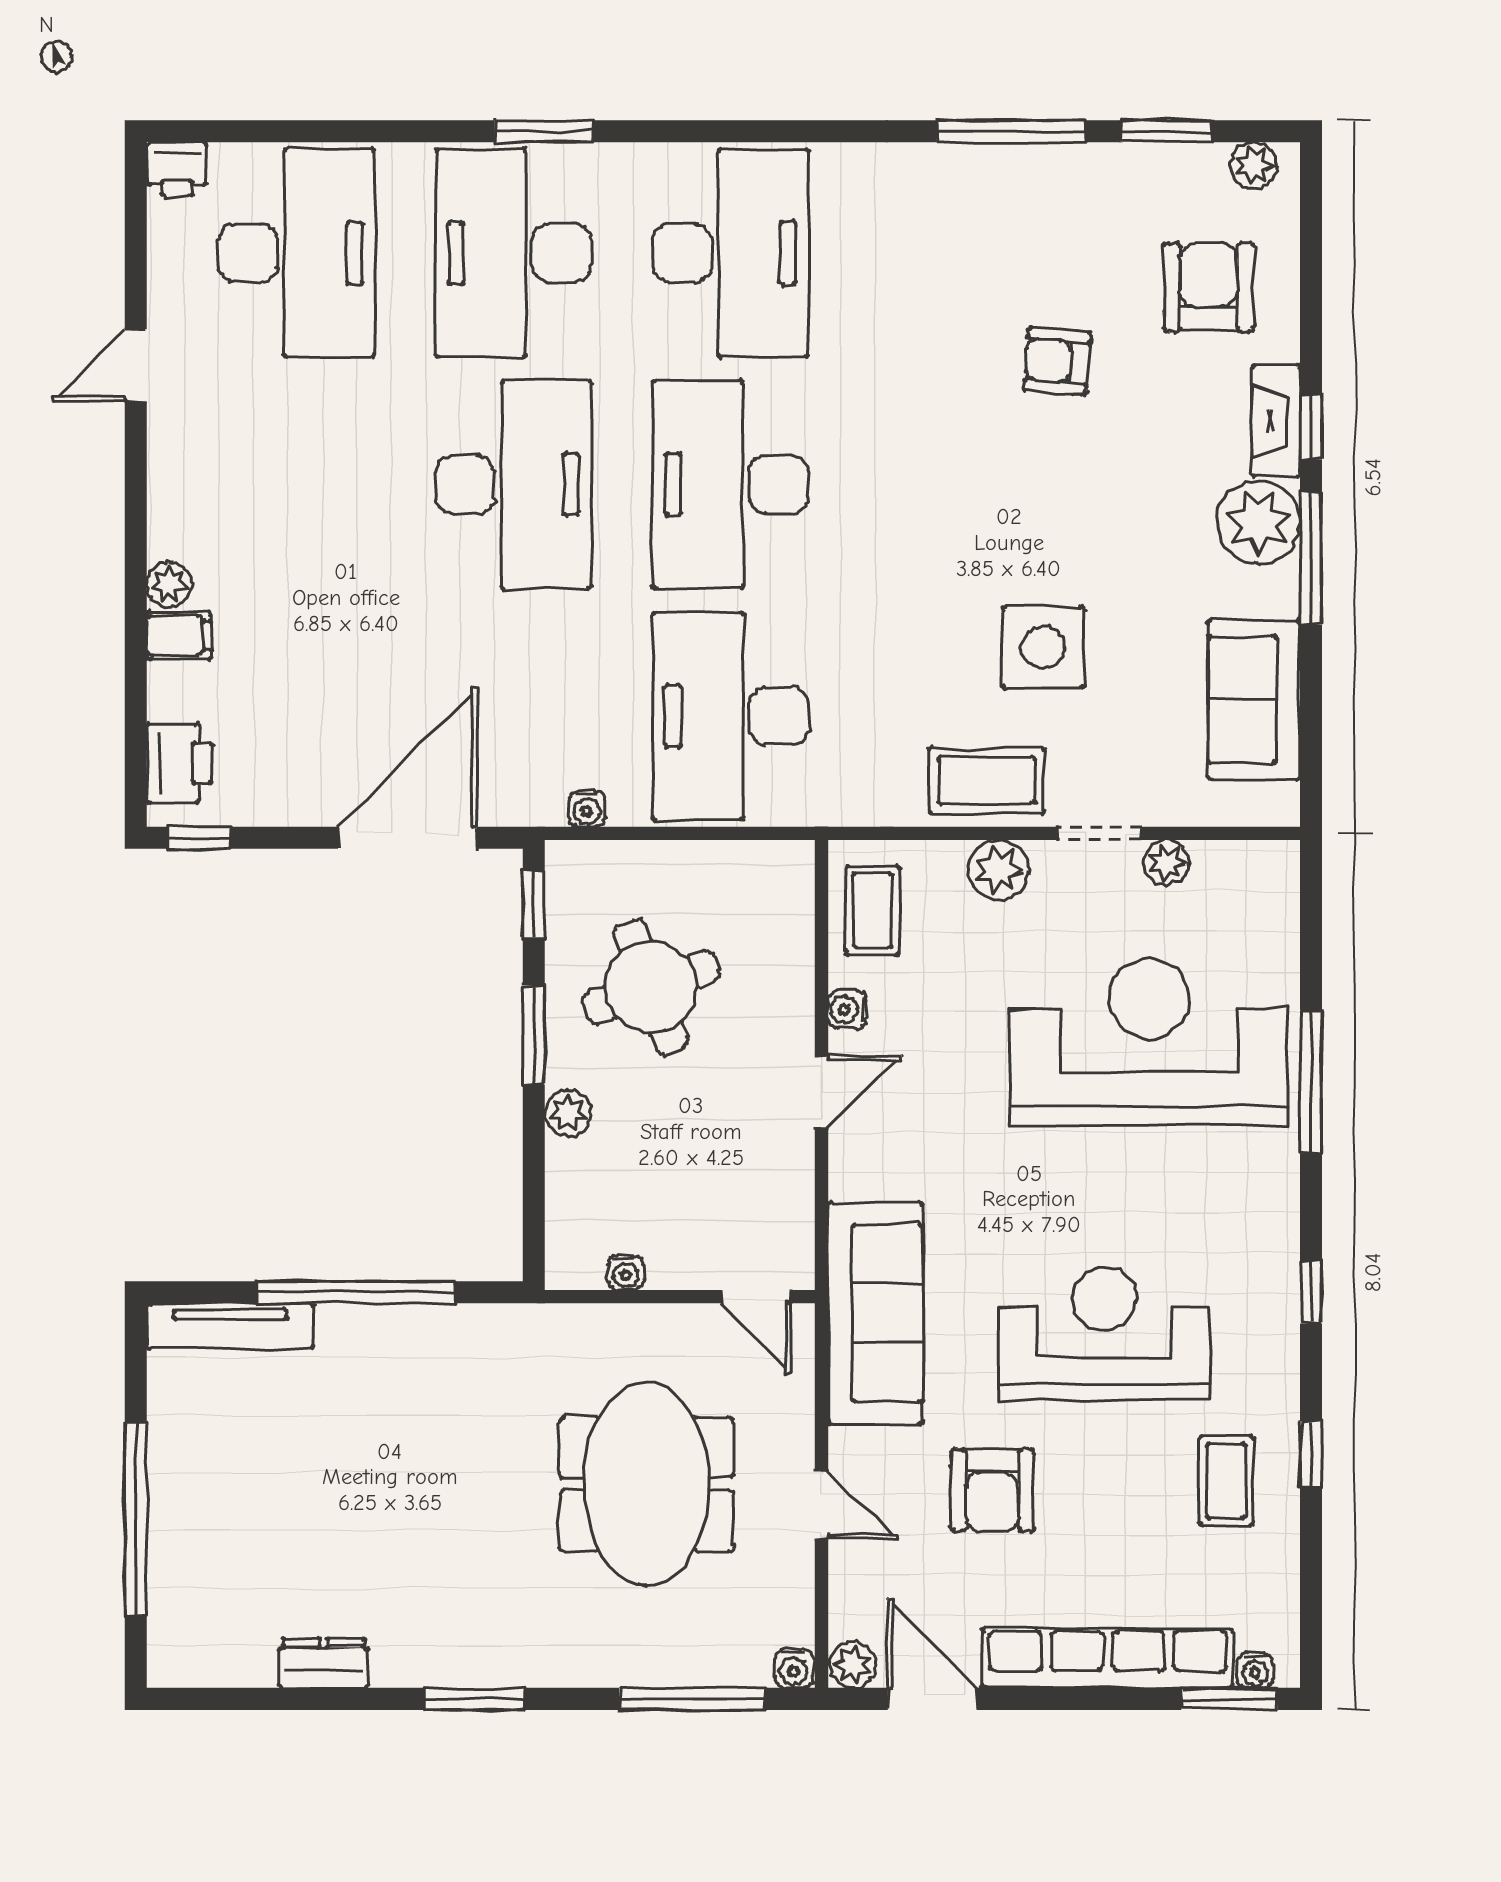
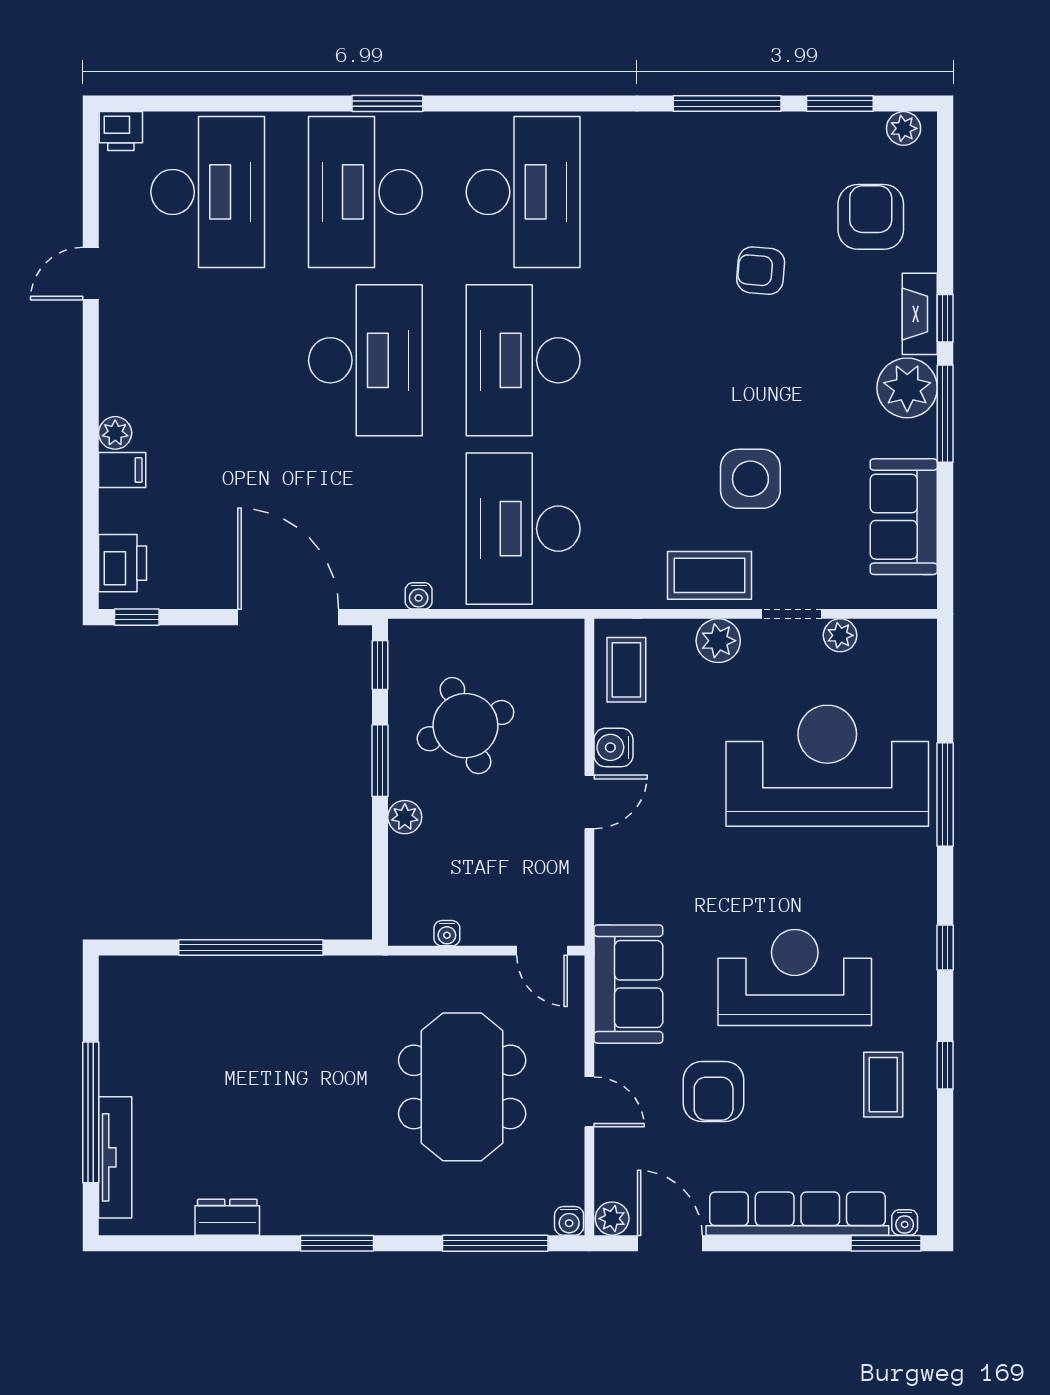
door: (407, 838) -> (288, 617), hinge flipped
water cooler: (847, 1010) -> (613, 747), width x1.38, depth x1.38
sofa: (875, 1313) -> (628, 984), width x0.73
tv unit: (230, 1326) -> (115, 1157), moved, turned -90

